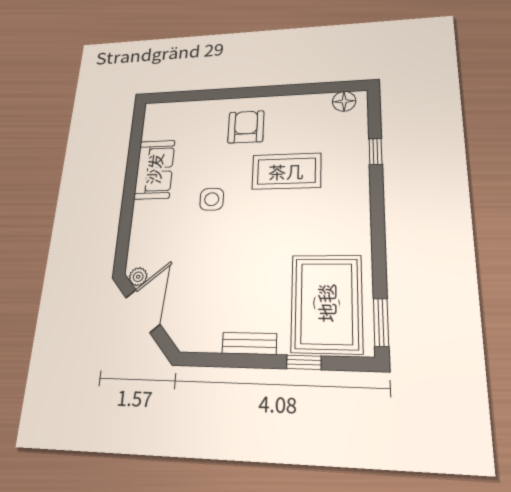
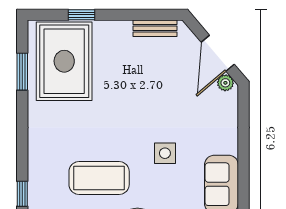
window: (381, 322) -> (22, 72), moved
bench: (249, 343) -> (155, 28), moved

